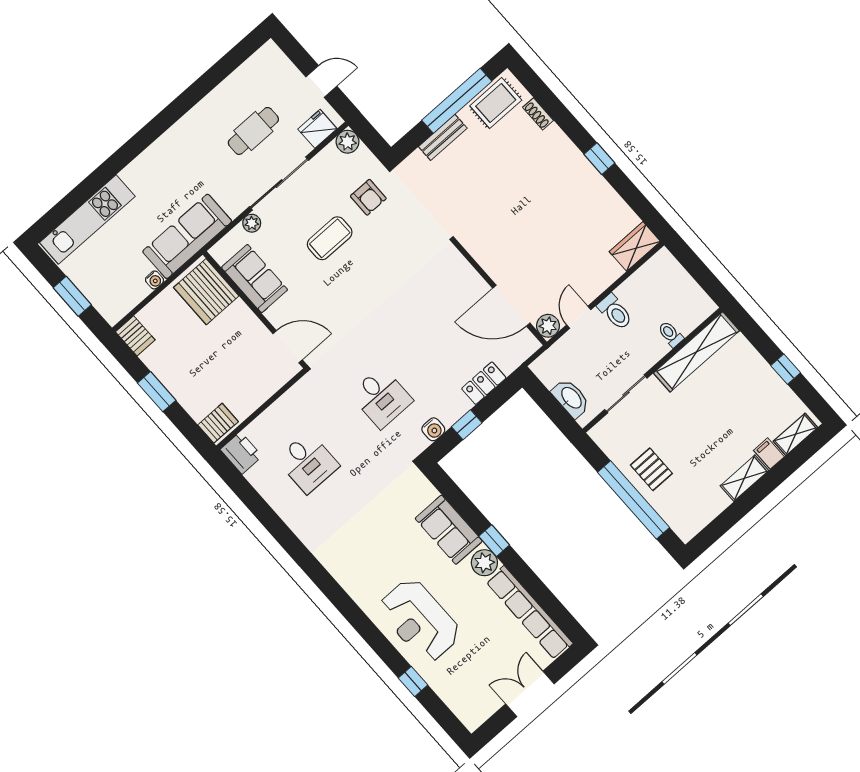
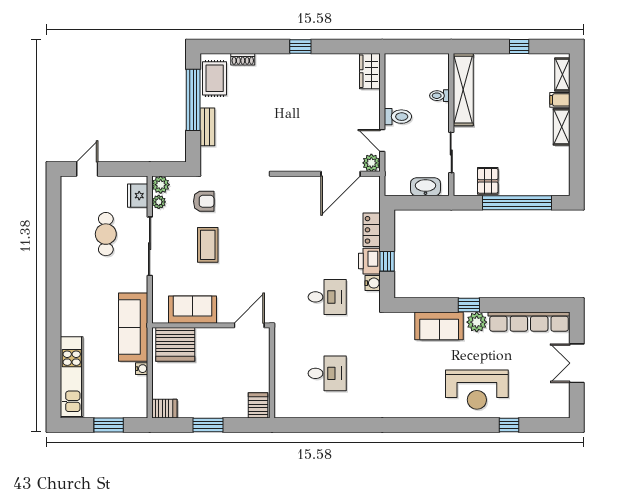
door: (321, 81) -> (87, 169), moved
plant: (252, 223) -> (159, 202), moved
printer: (241, 453) -> (369, 261), moved, turned -90
pallet: (651, 469) -> (488, 181), moved, turned 90

